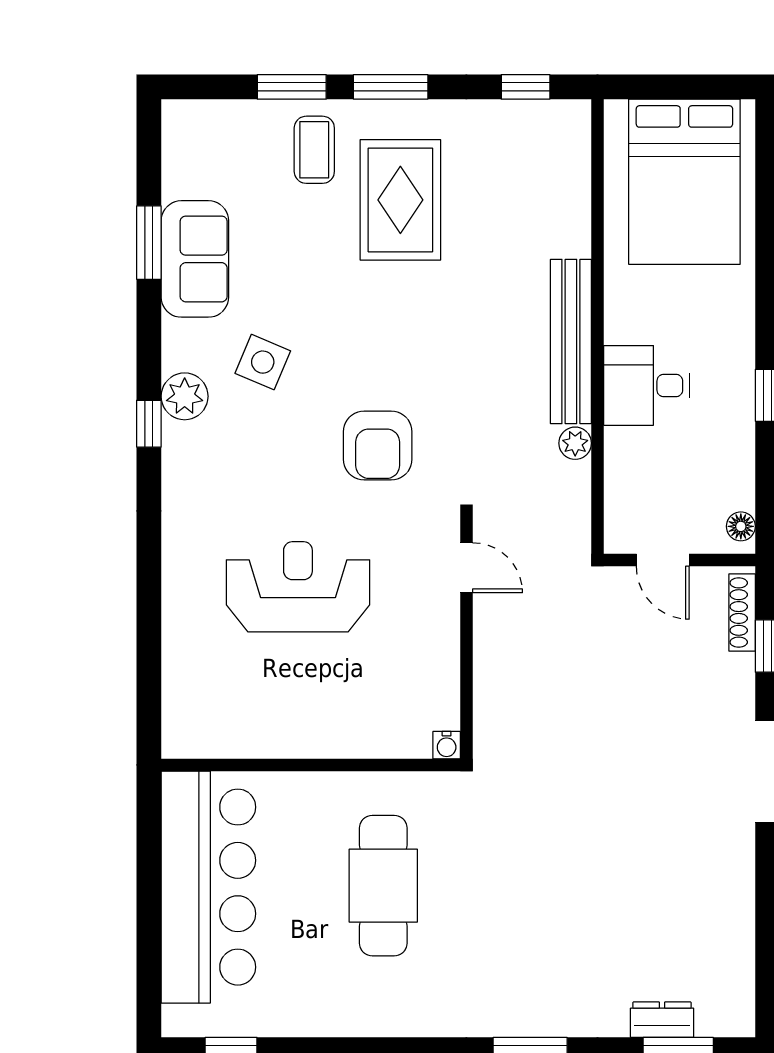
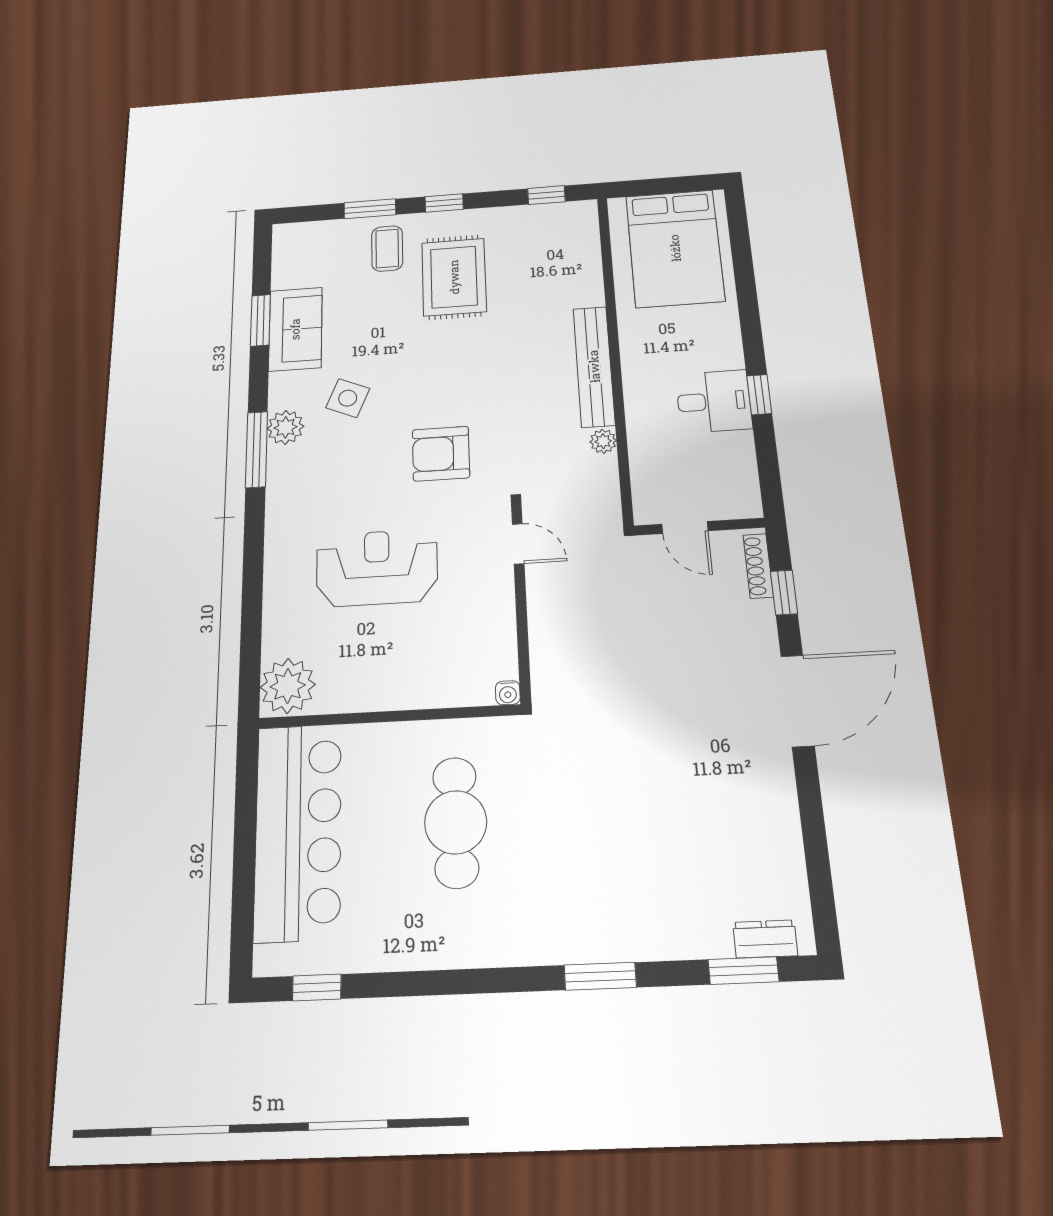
window: (391, 87) -> (444, 203), width x0.67
desk: (647, 386) -> (714, 401), moved, turned 180
window: (149, 424) -> (256, 449), width x2.17
armchair: (378, 446) -> (441, 454), turned 90
floor lamp: (741, 526) -> (749, 497), removed
plant: (194, 723) -> (288, 686), added
dresser: (662, 1020) -> (765, 939), moved

